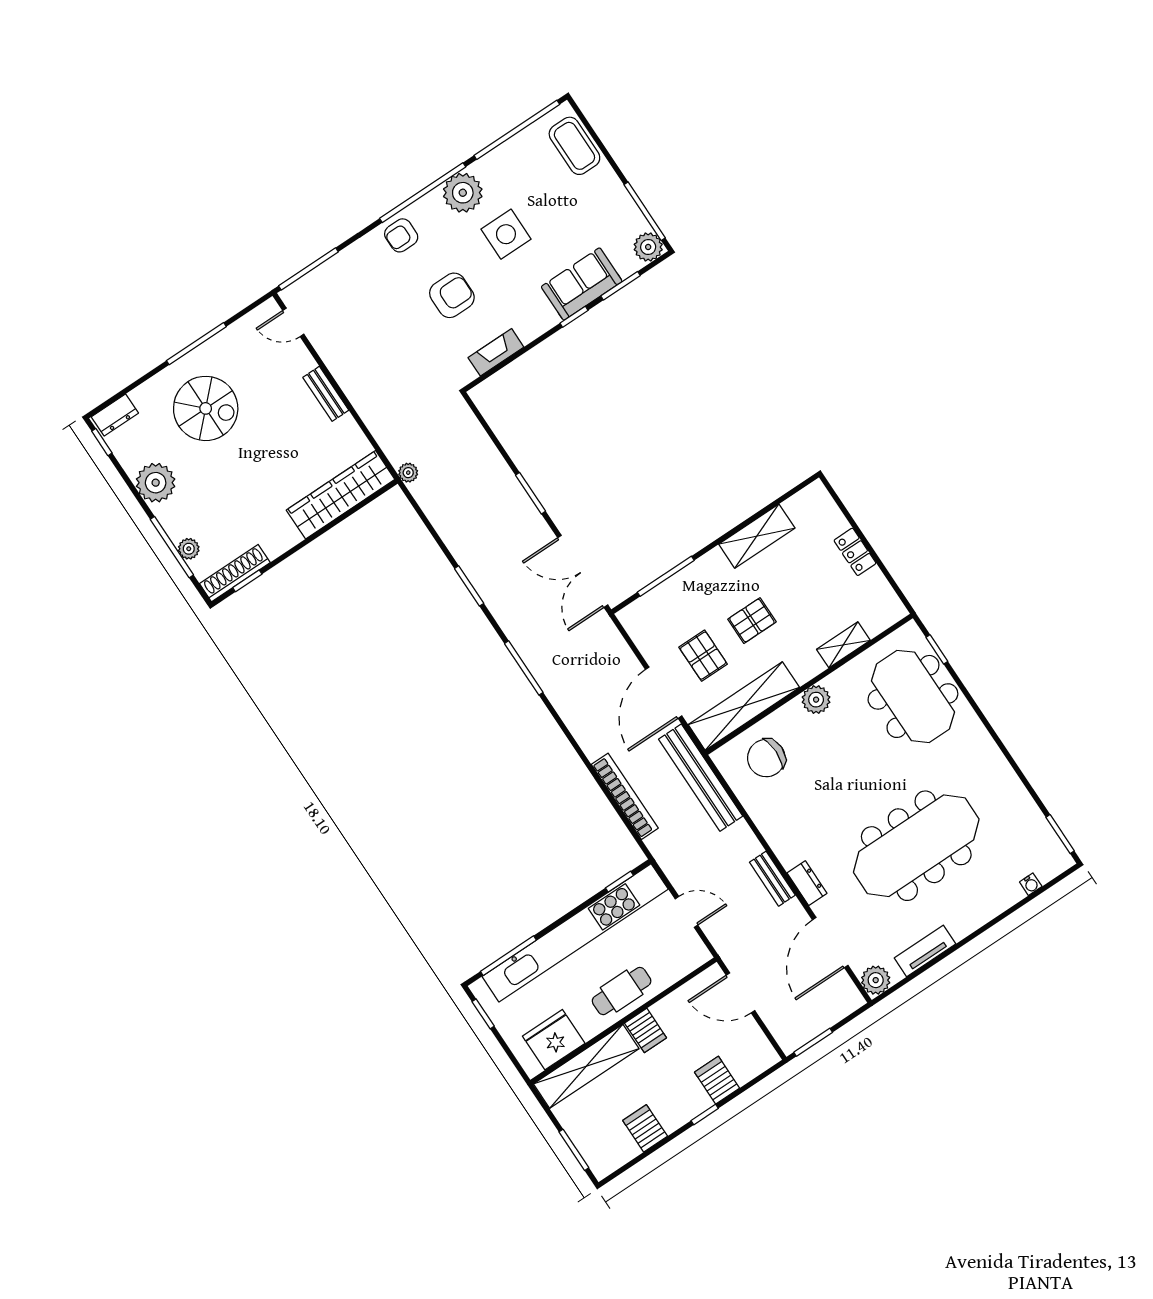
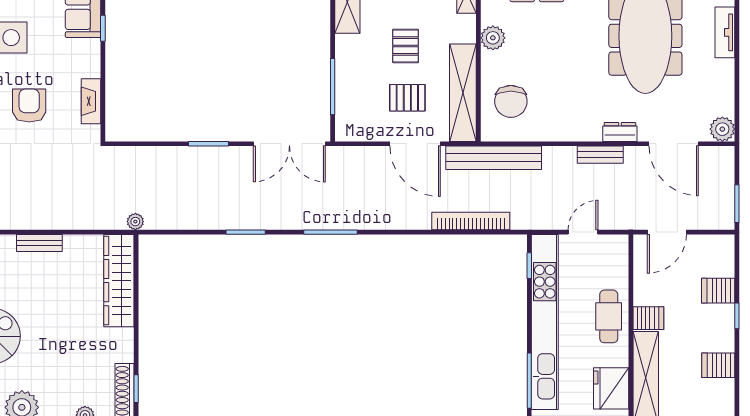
tv unit: (925, 951) -> (725, 32), moved

